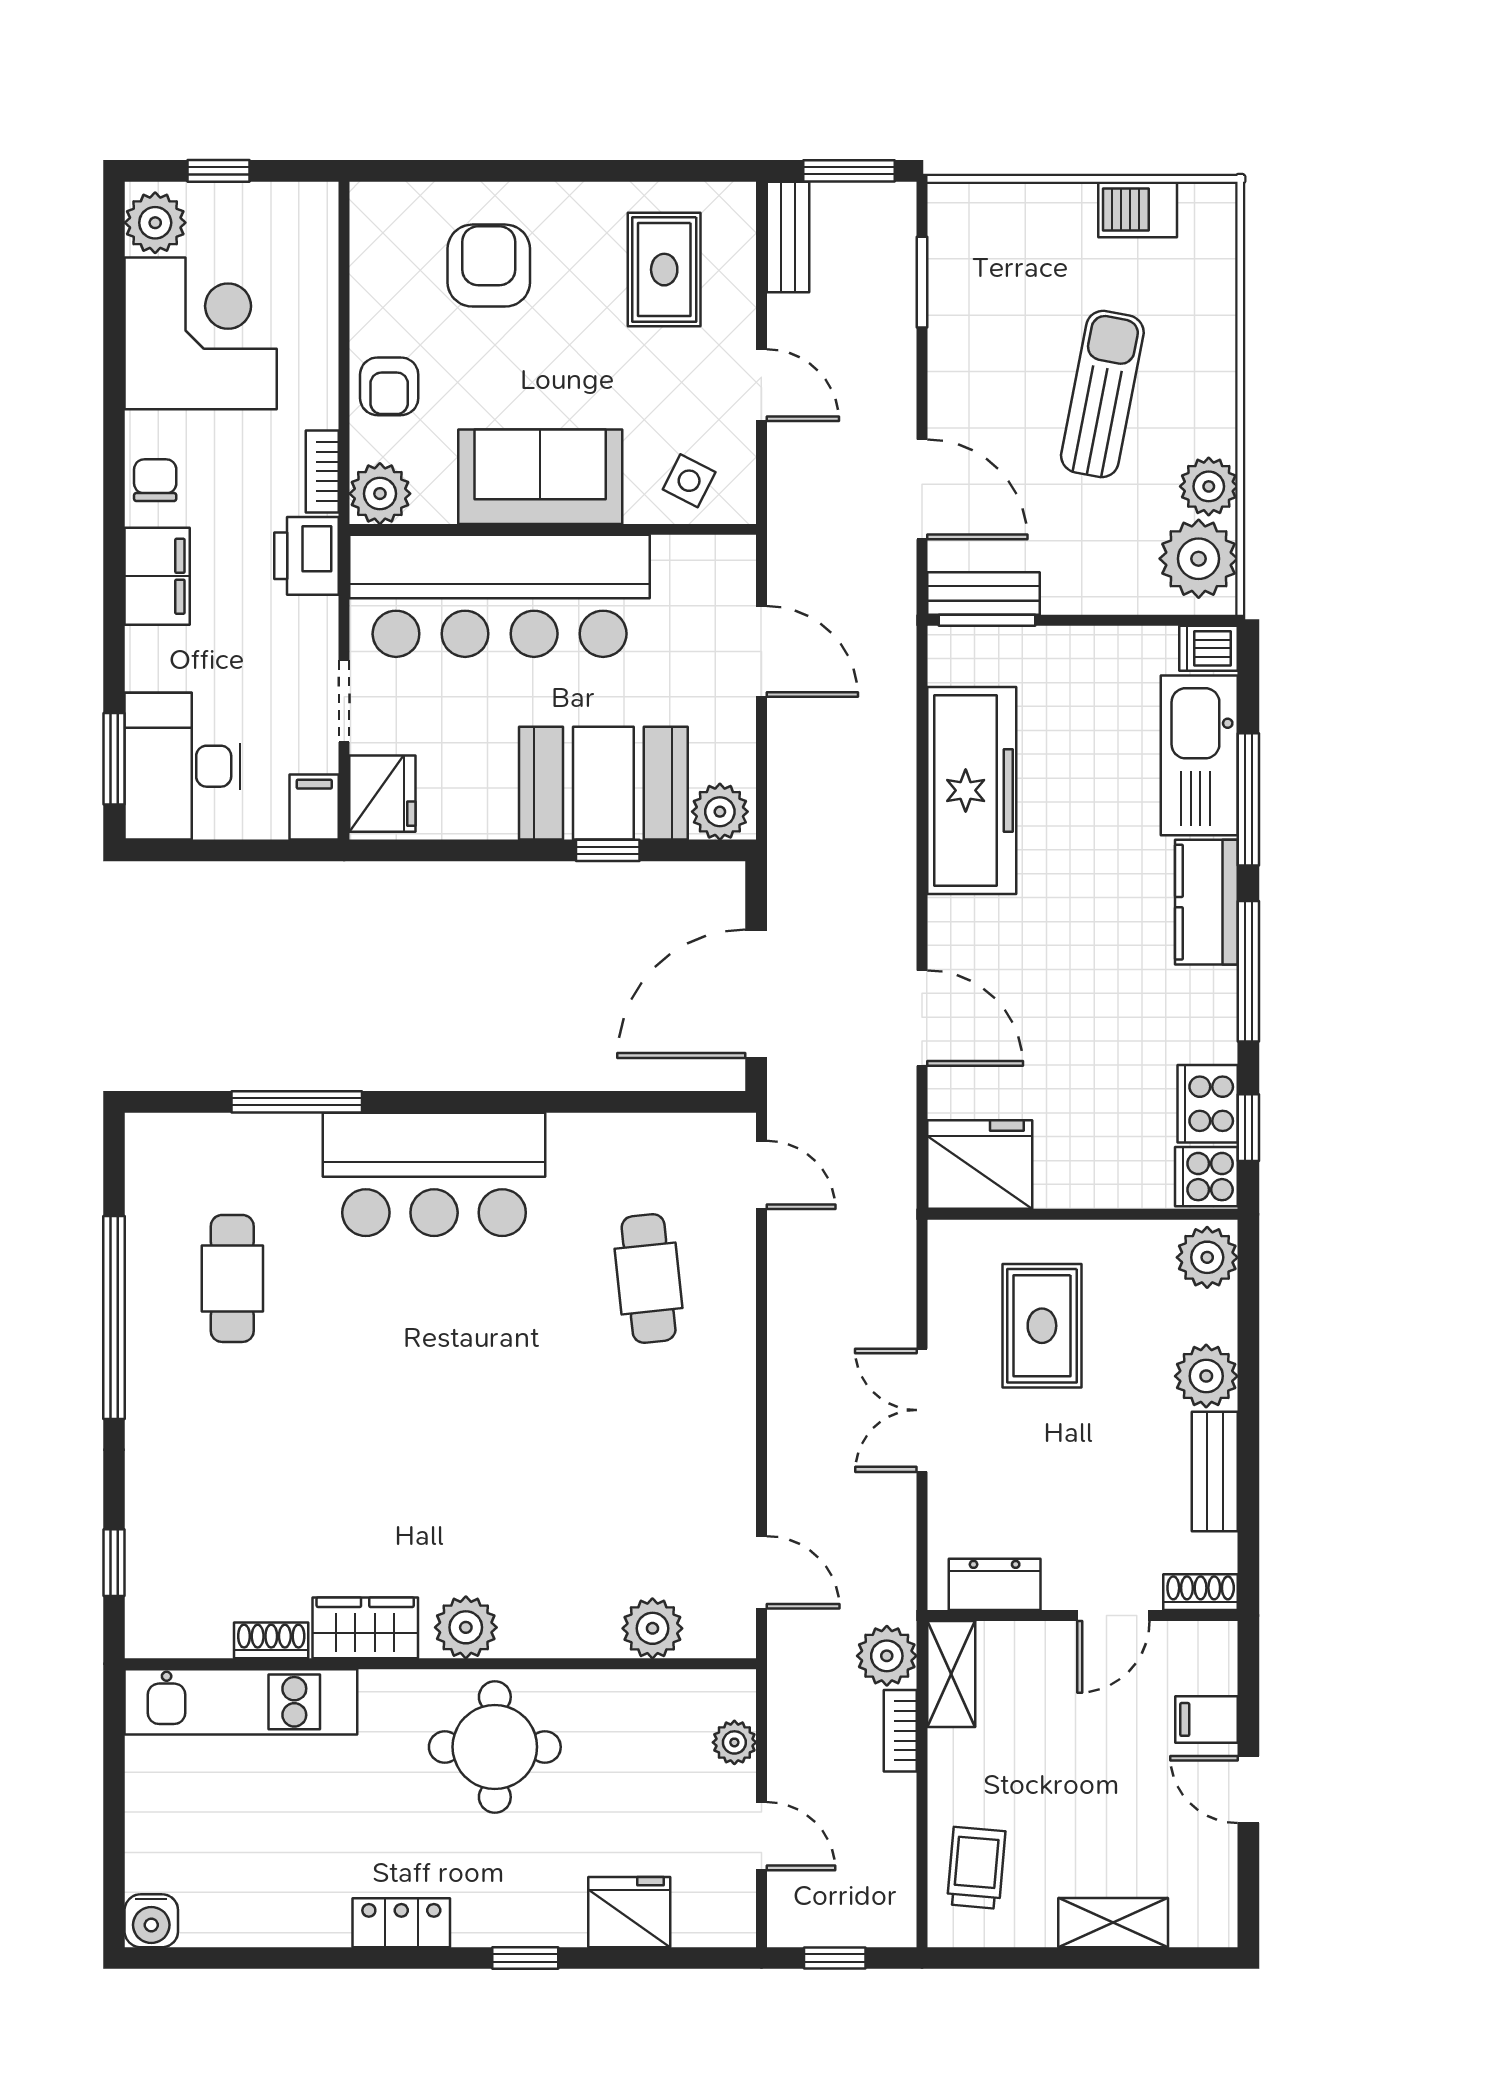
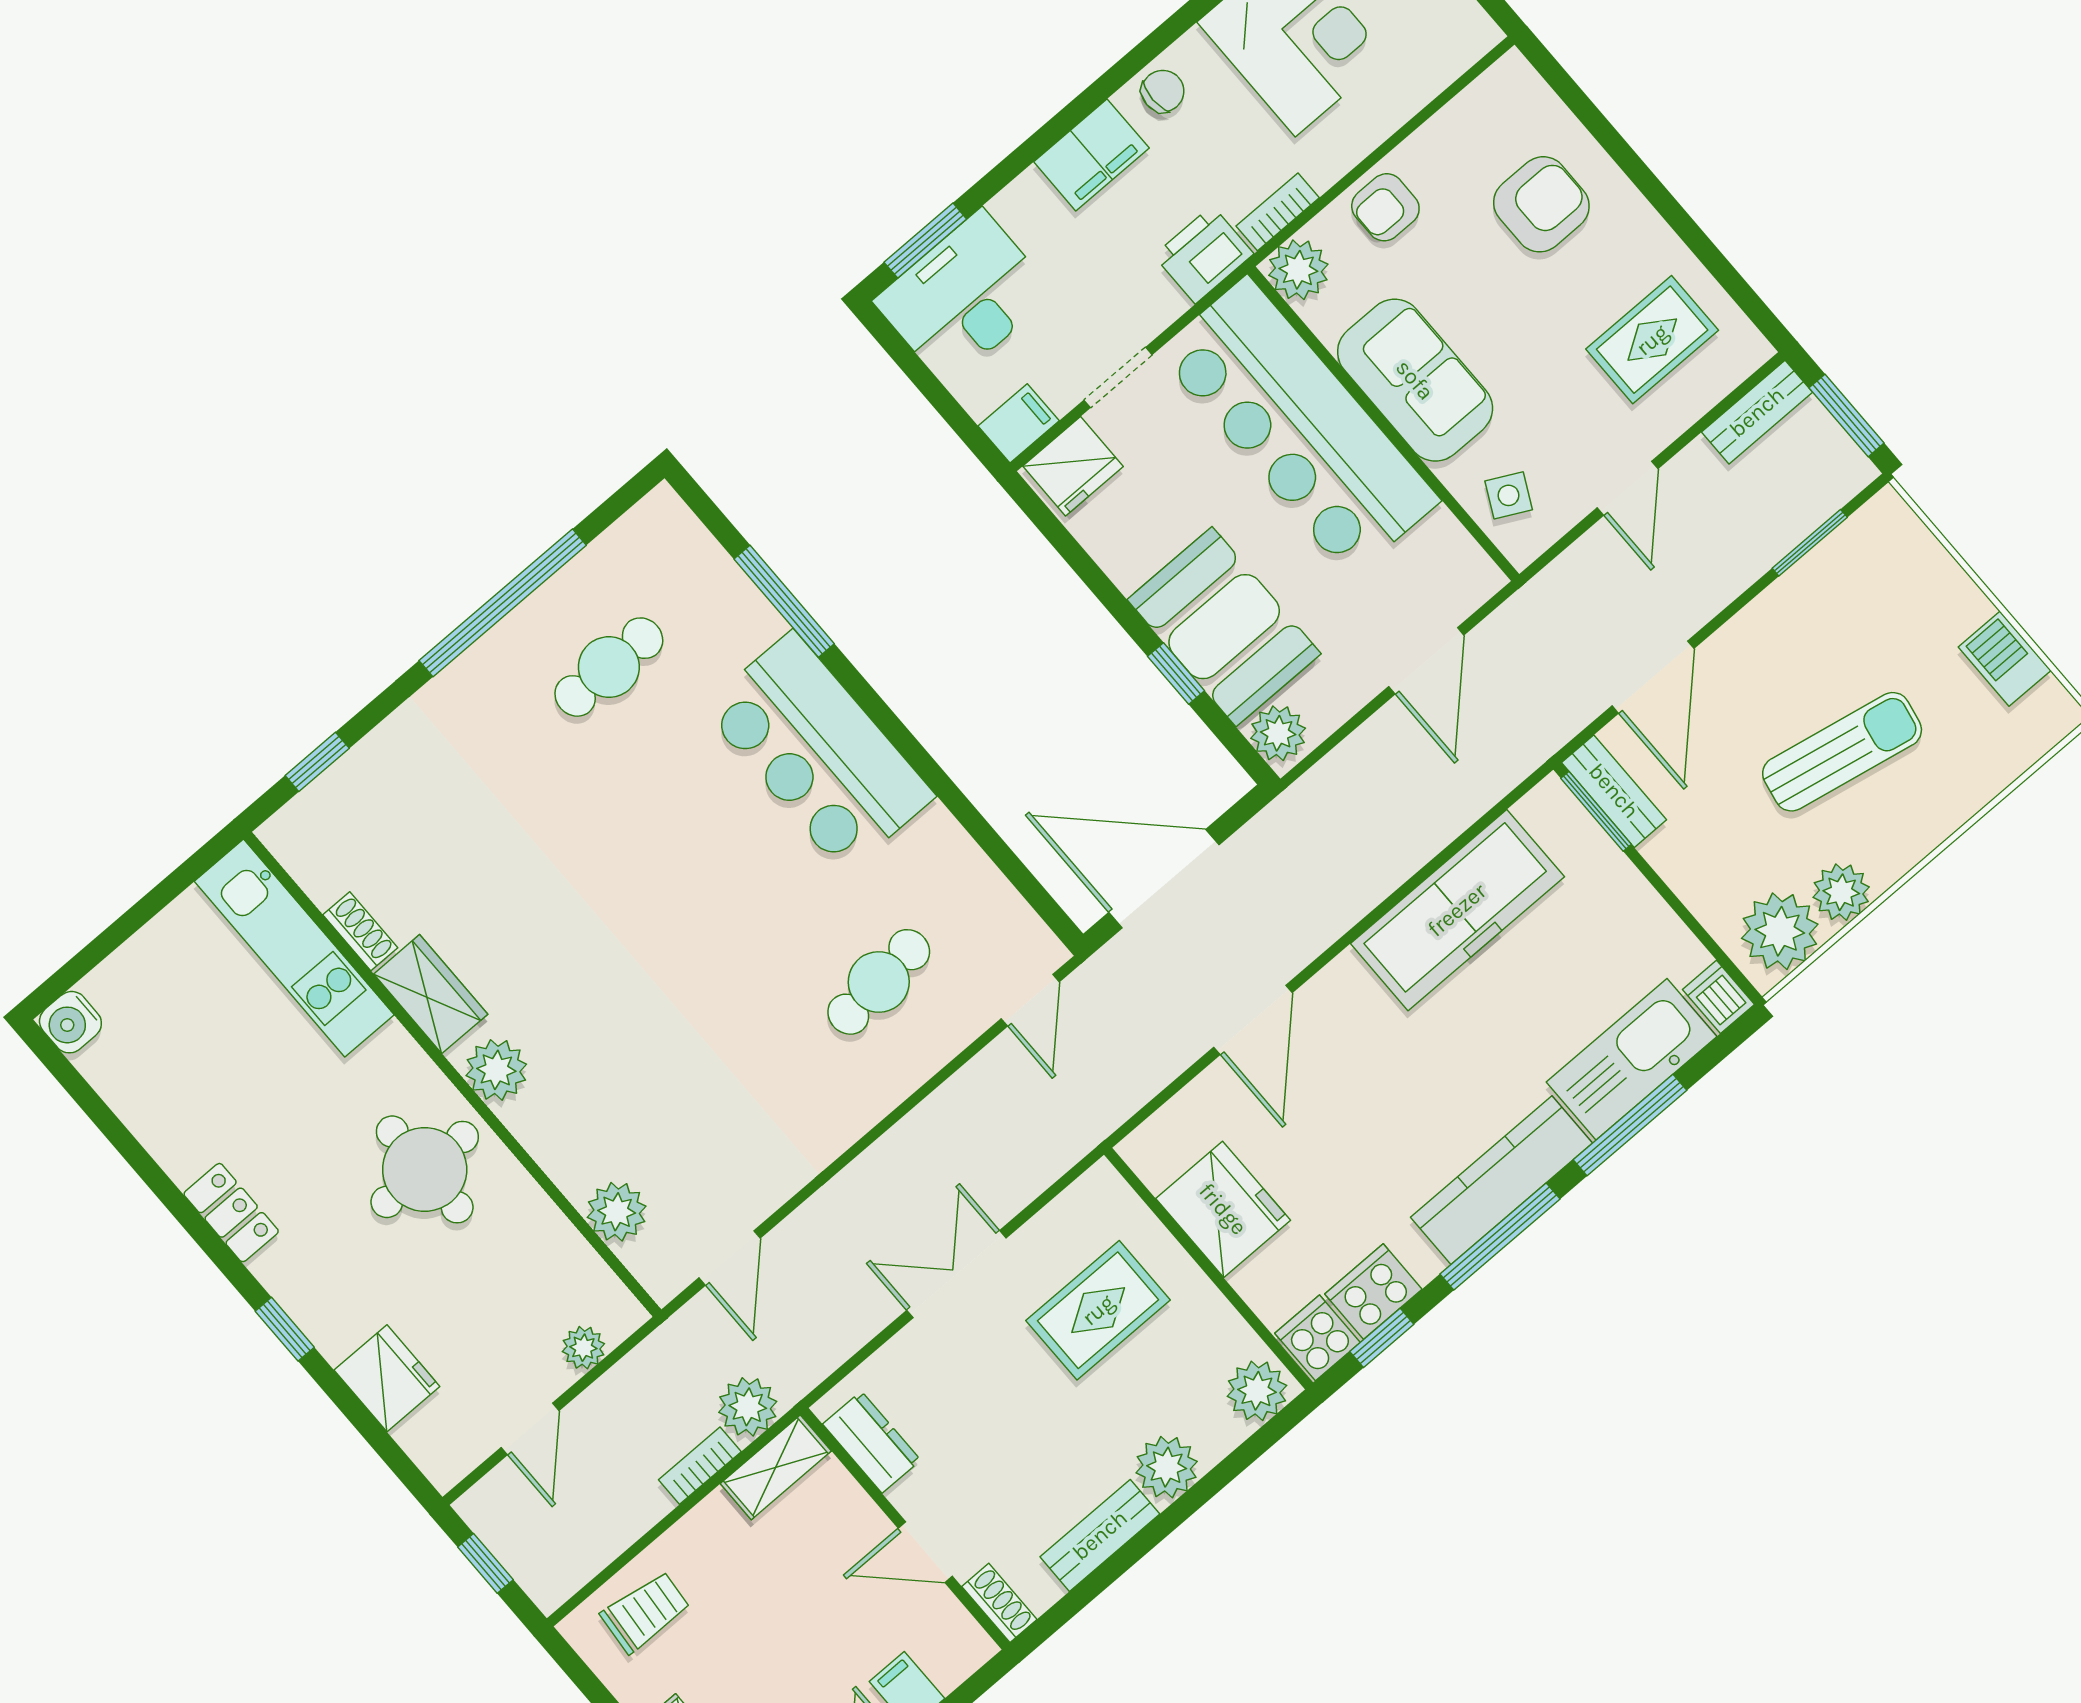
kitchen counter: (1206, 902) -> (1502, 1180), width x1.50
fridge: (980, 1165) -> (1223, 1209), moved

